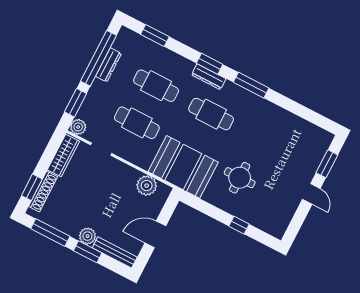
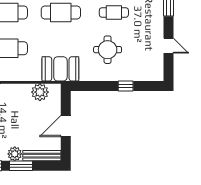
cafe table: (266, 142) -> (114, 12), added
booth: (183, 167) -> (60, 69), width x0.73, depth x0.70
door: (311, 194) -> (168, 46), moved

